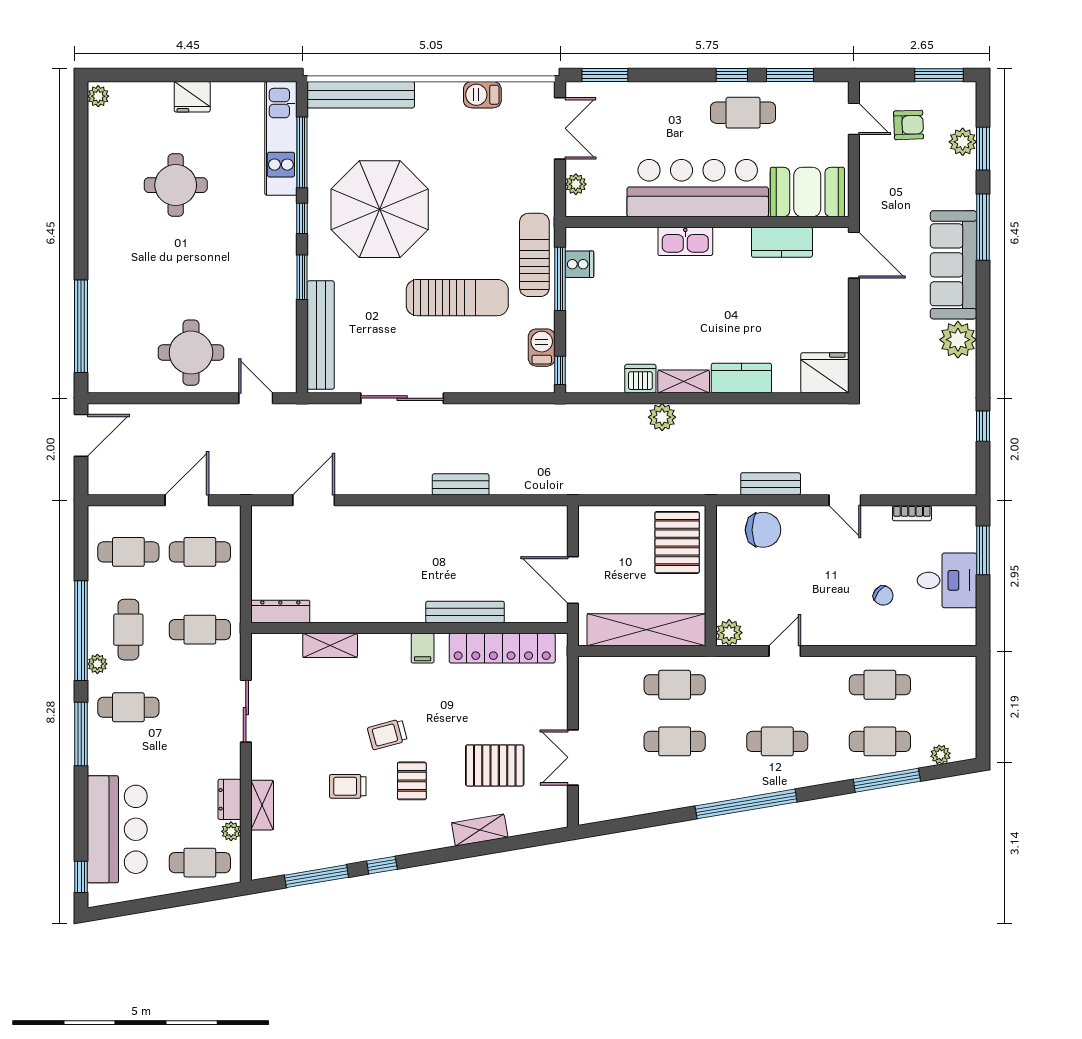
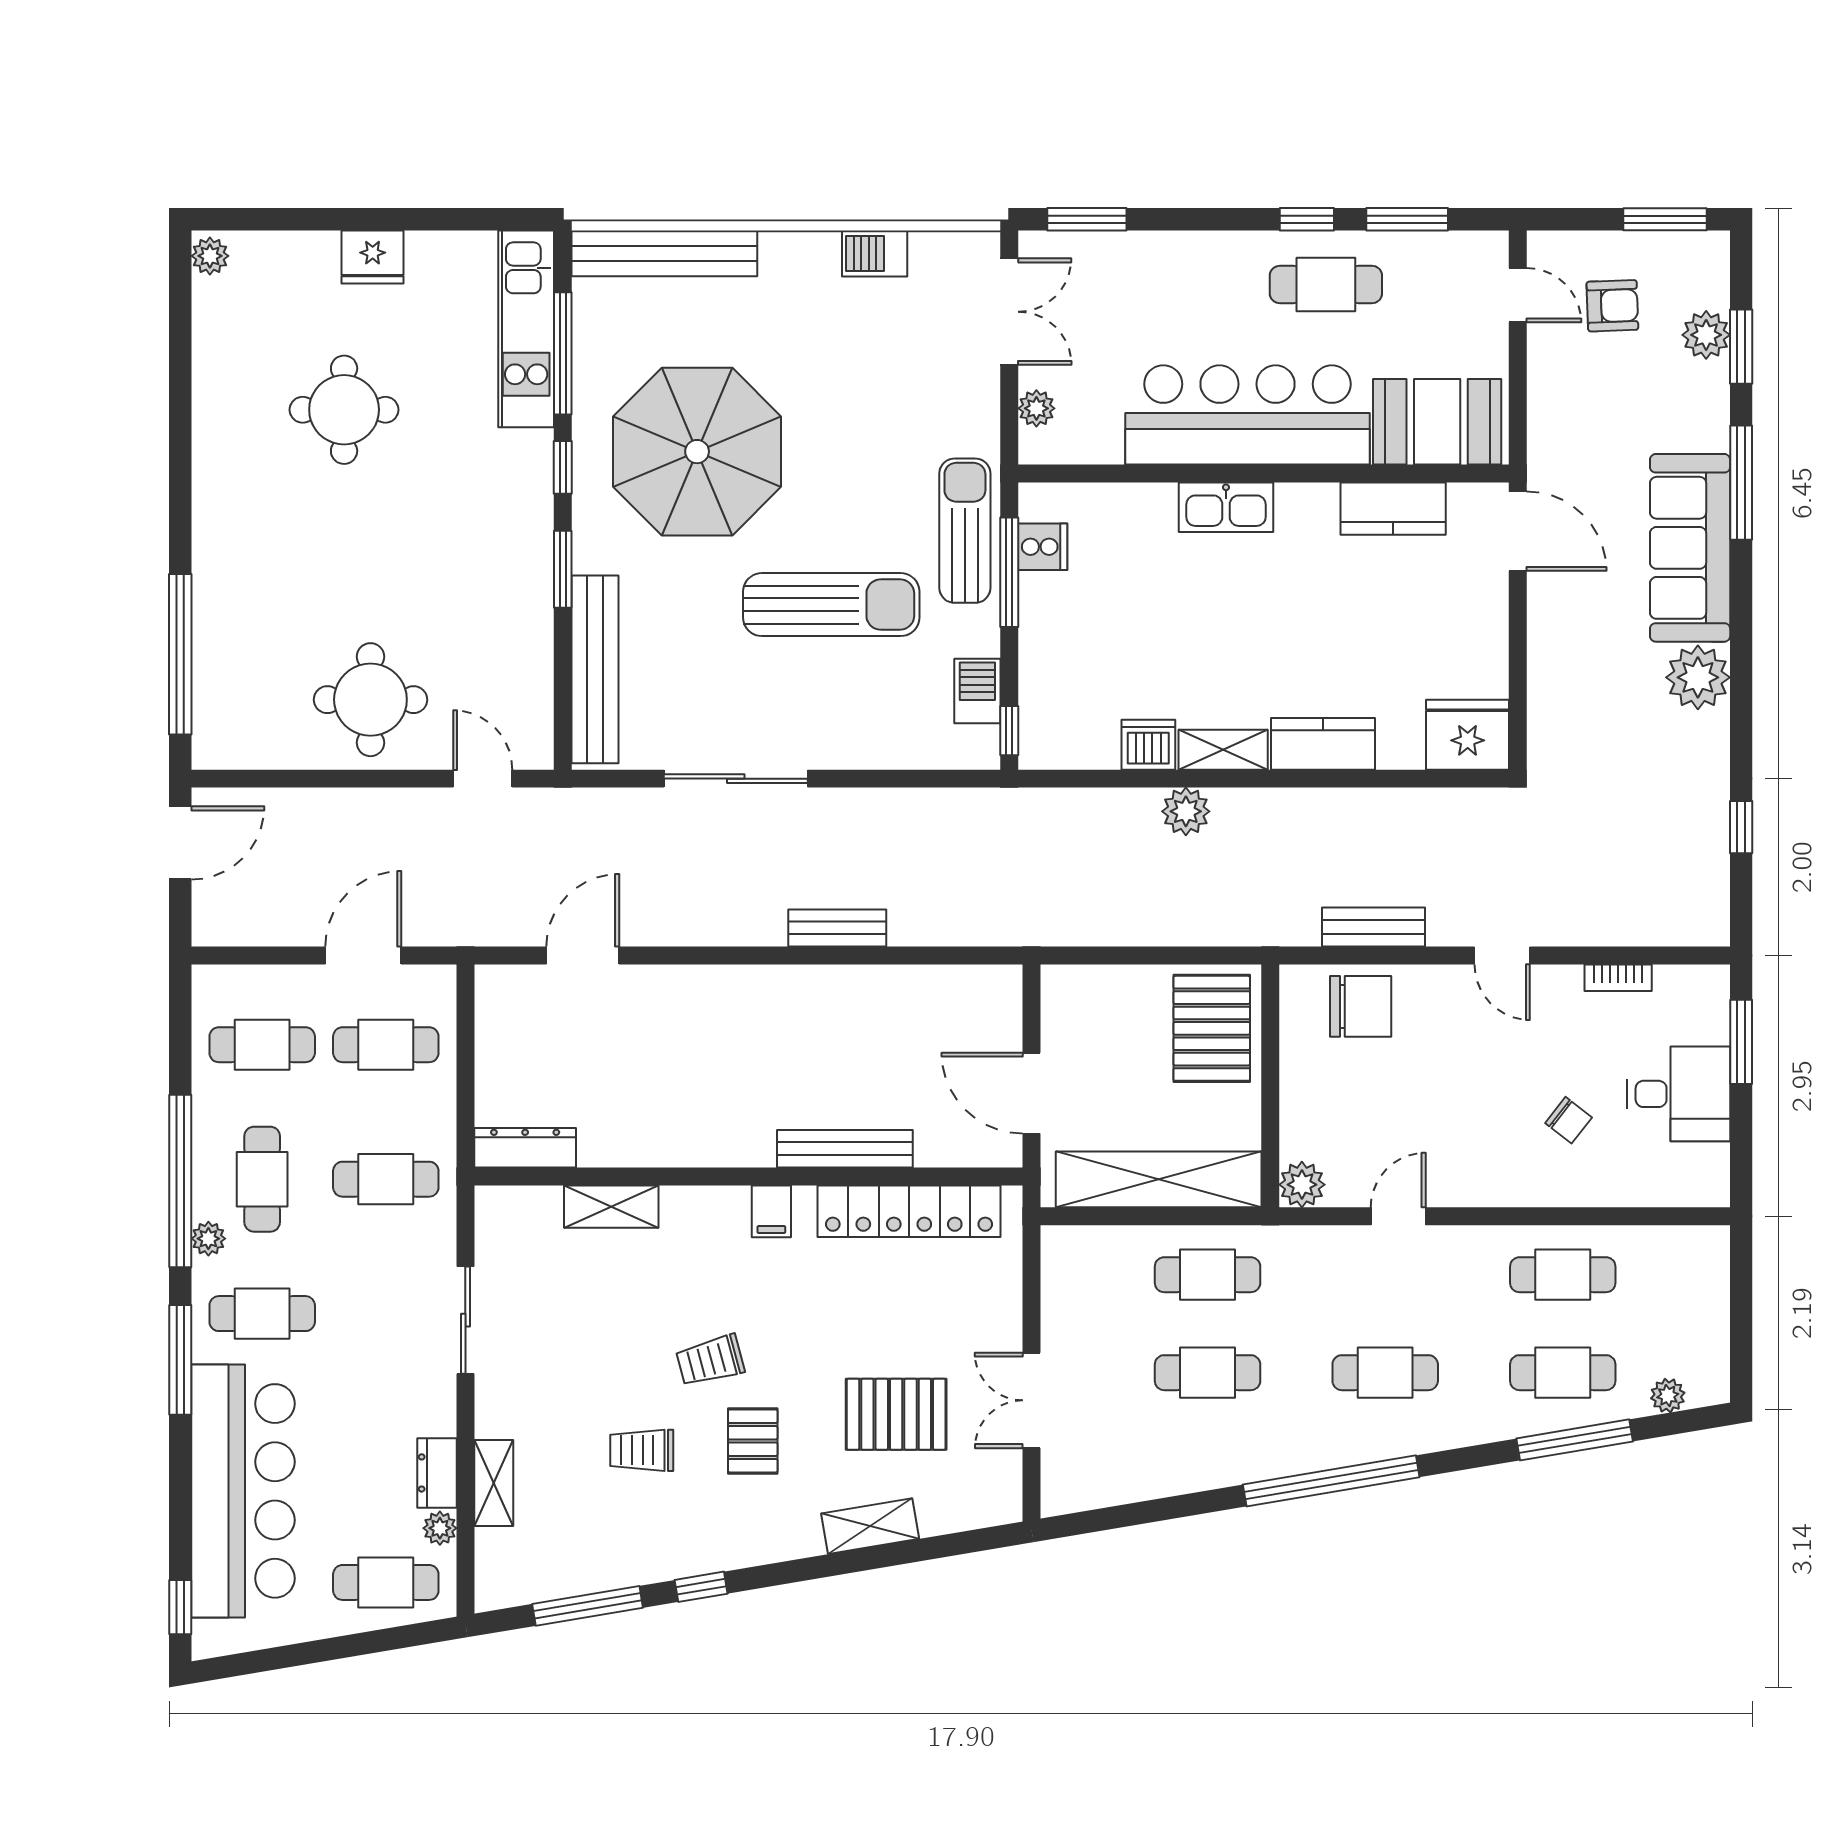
bar counter: (117, 829) -> (243, 1491), width x1.36

